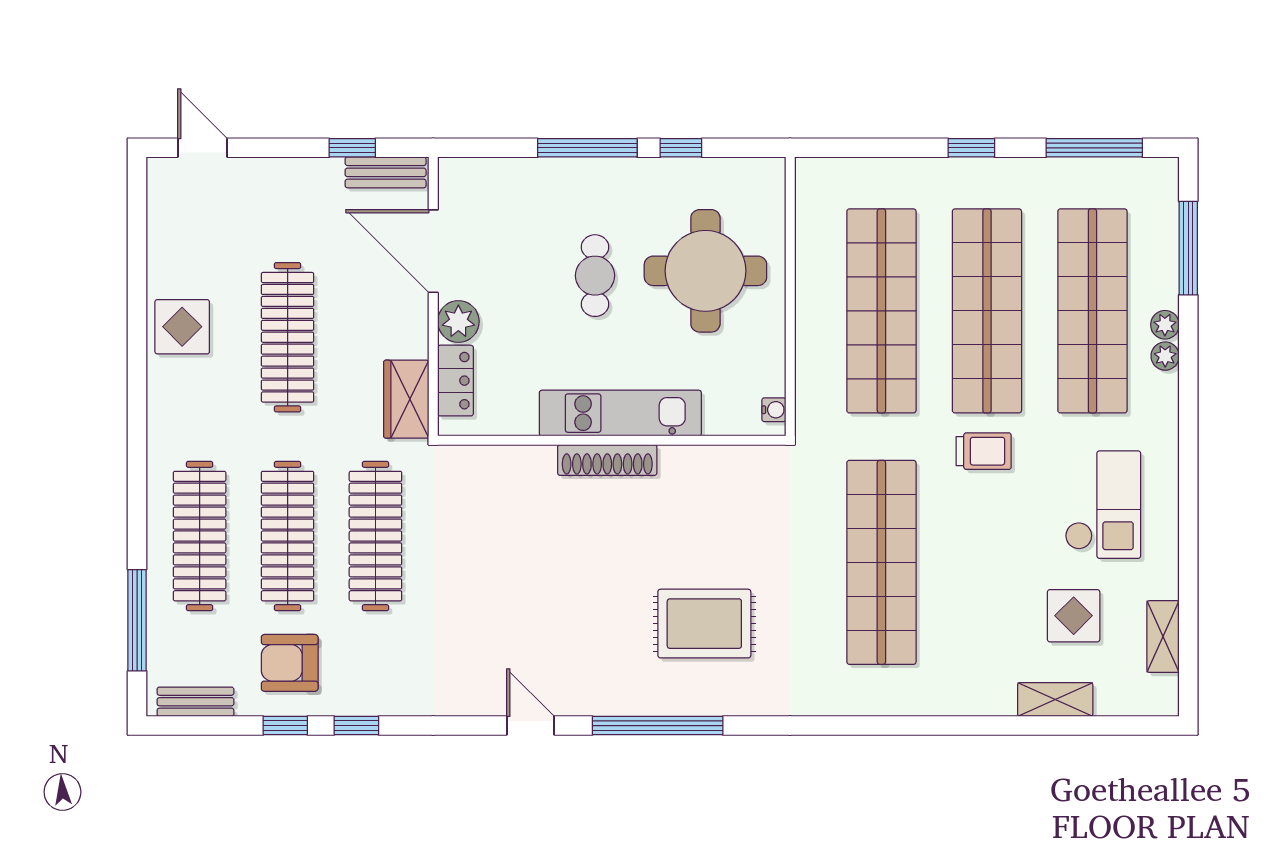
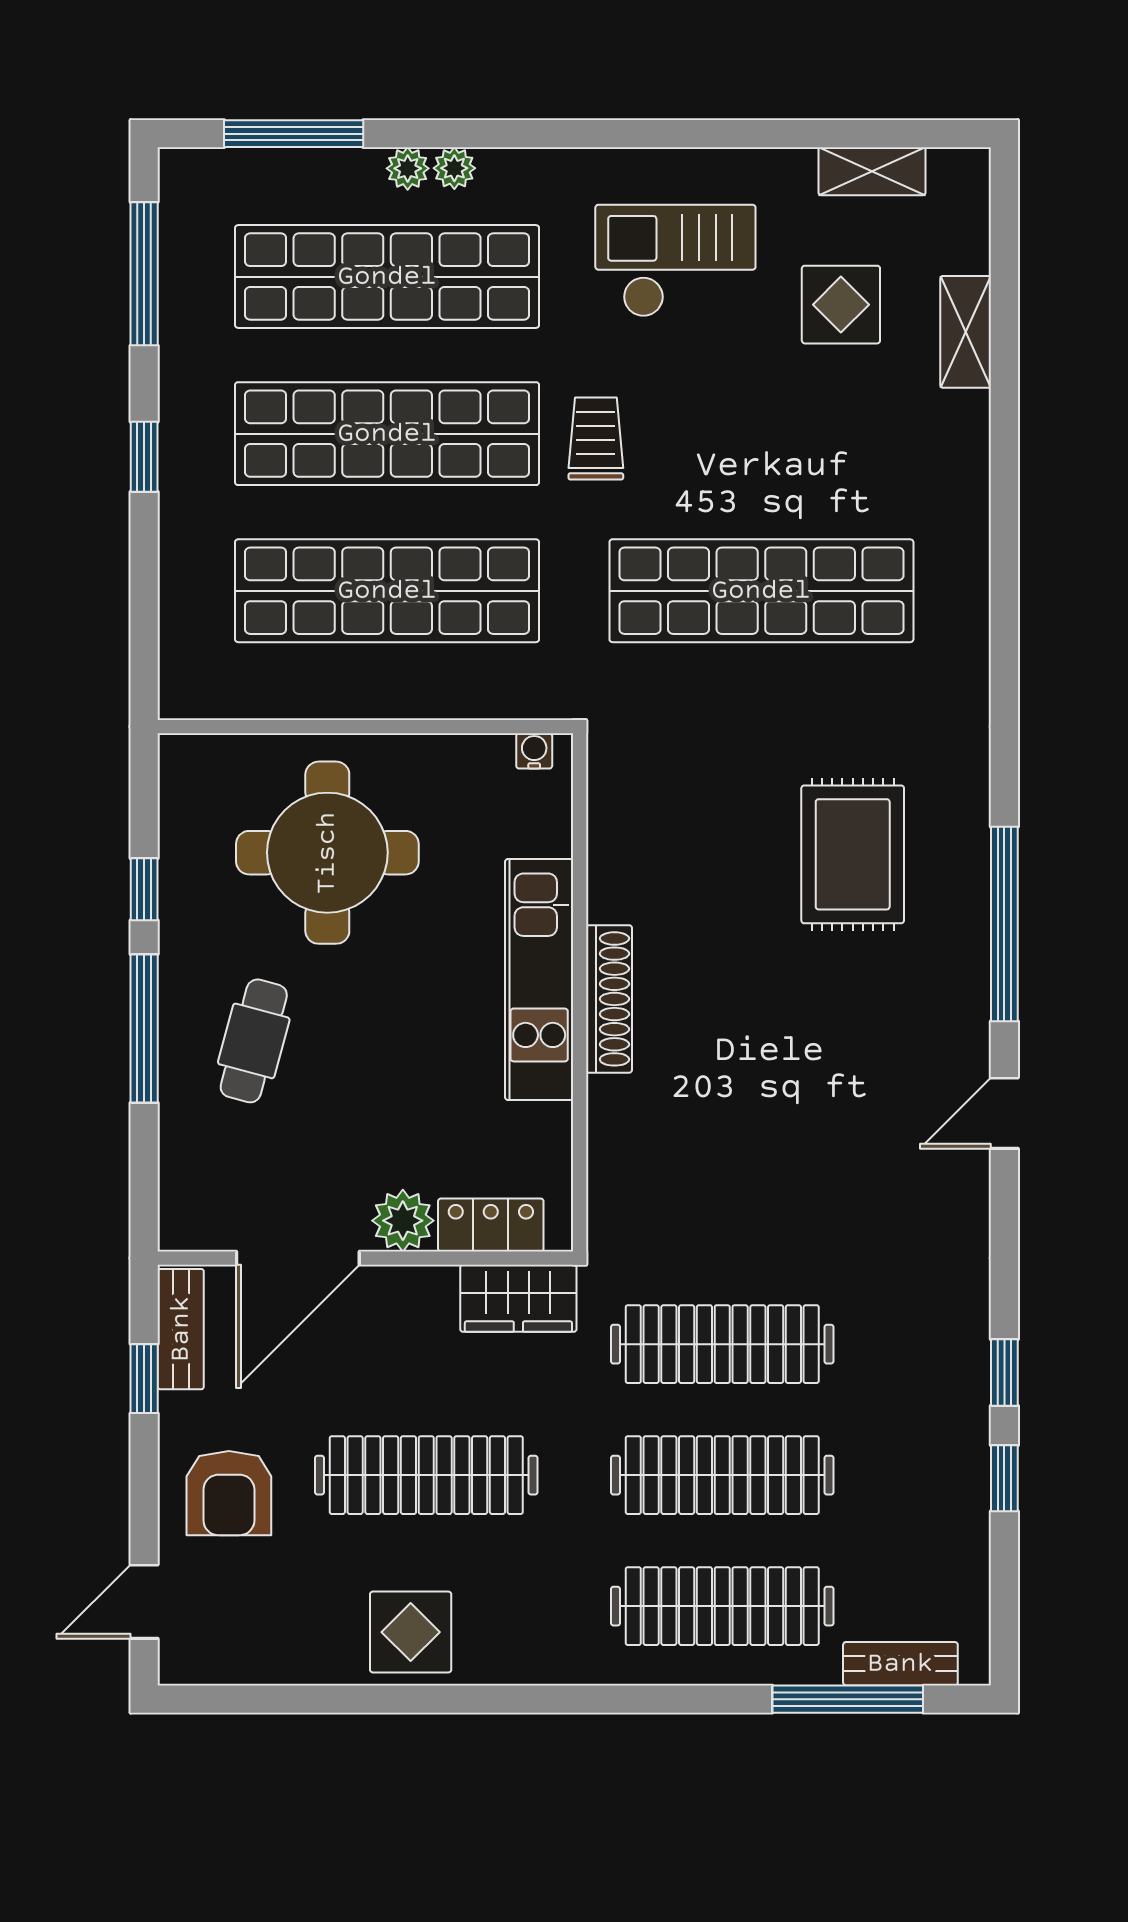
cafe table: (595, 276) -> (254, 1041), moved, turned -75
armchair: (290, 663) -> (229, 1493), moved
bench: (195, 702) -> (900, 1664), moved, turned 90

